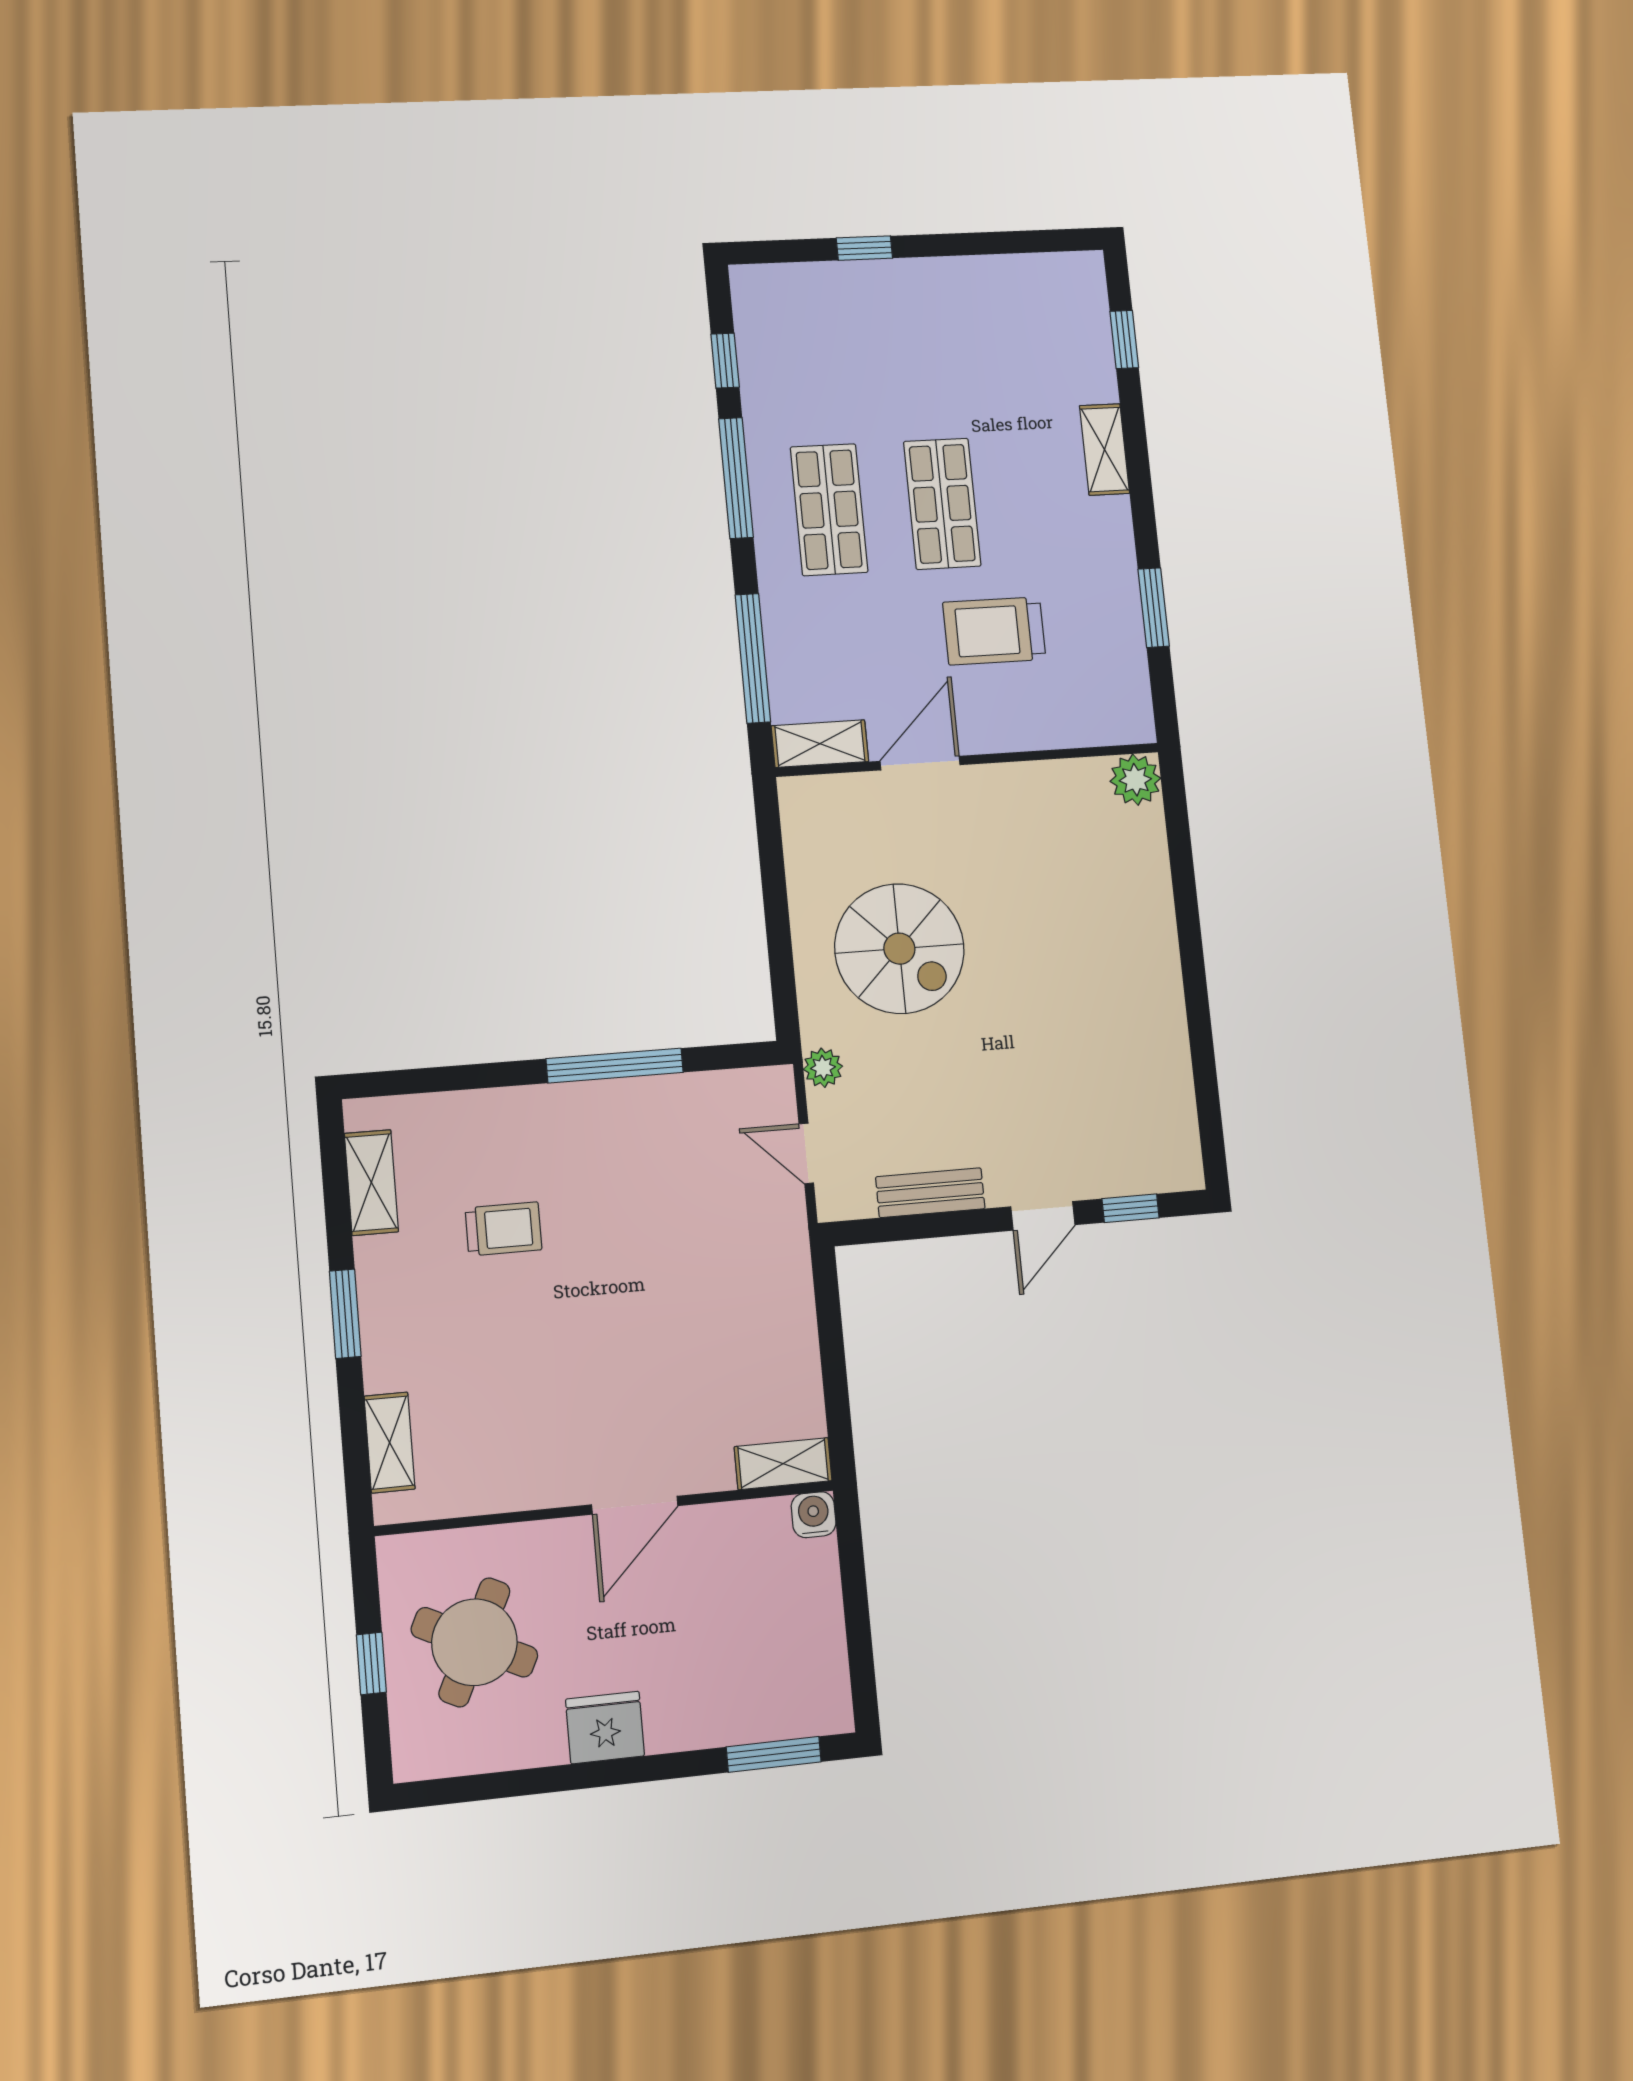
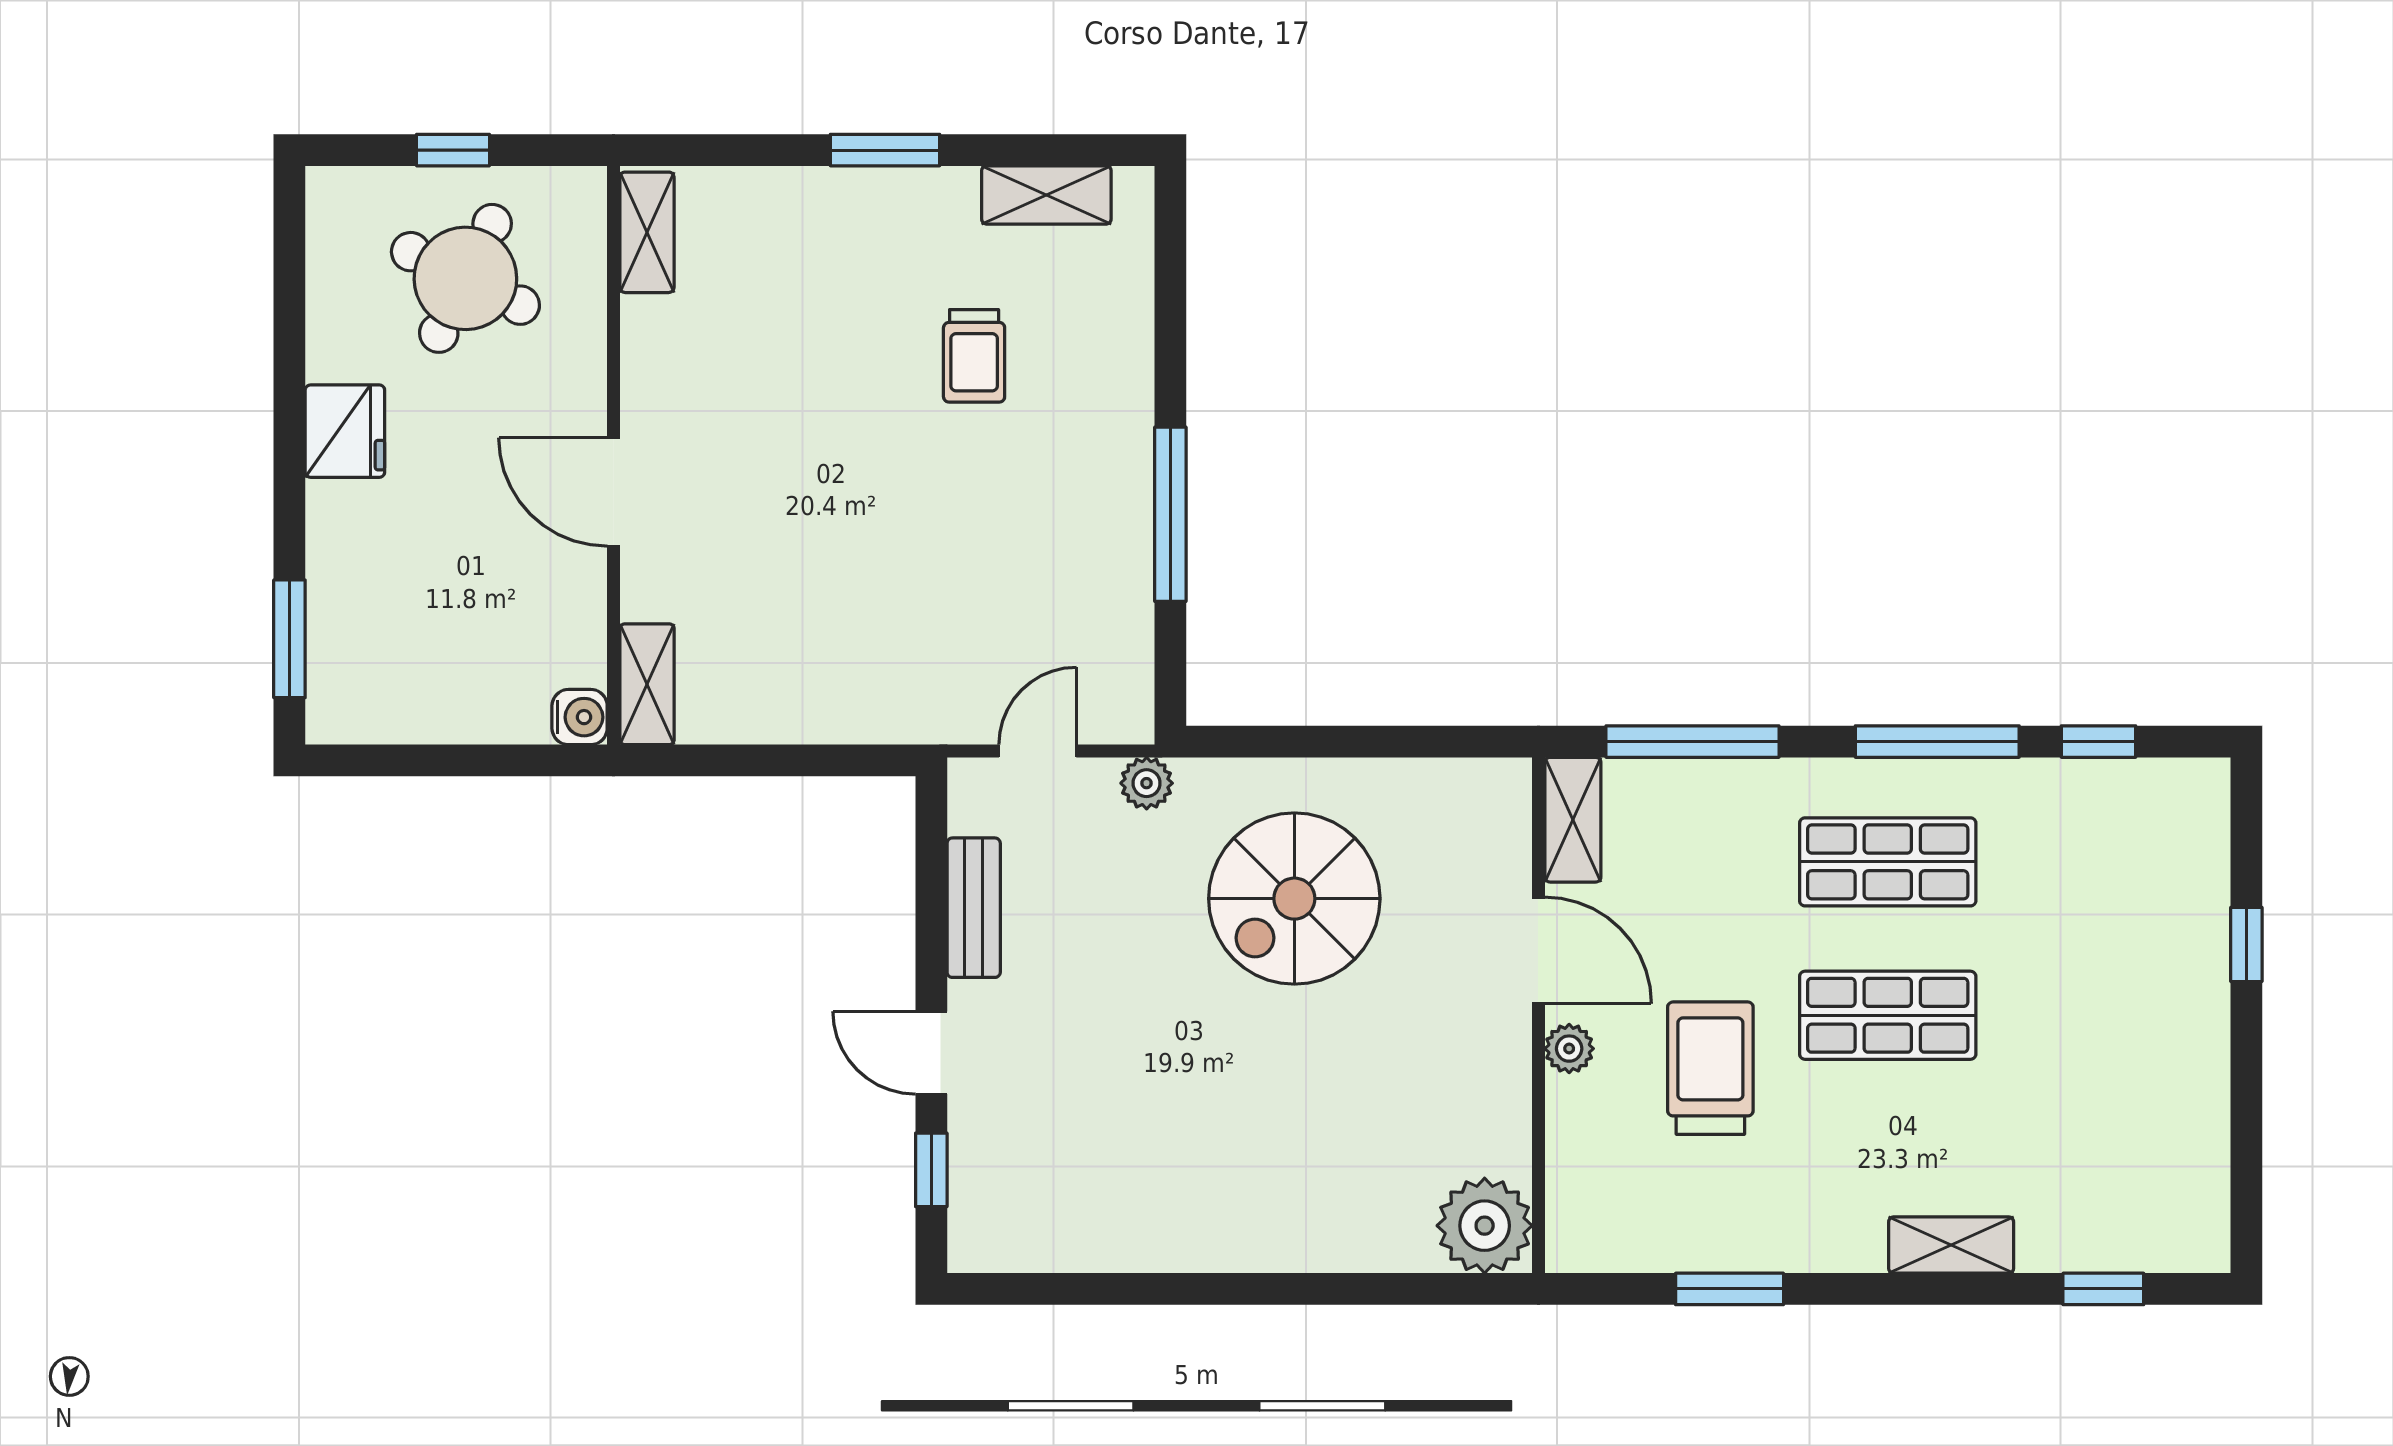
plant: (990, 736) -> (1569, 1049), added
plant: (1135, 780) -> (1485, 1226), width x1.36, depth x1.36
shelving: (390, 1443) -> (647, 232), moved, turned 90

